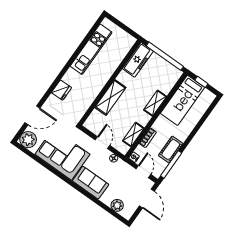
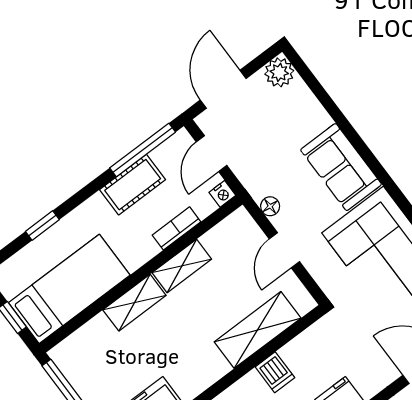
dishwasher: (91, 93) -> (275, 372), added
shelving: (110, 97) -> (258, 330), moved
window: (201, 122) -> (42, 226), added
shelving: (133, 134) -> (182, 266), moved
plant: (117, 205) -> (279, 72), moved

